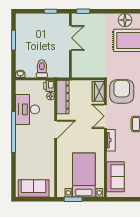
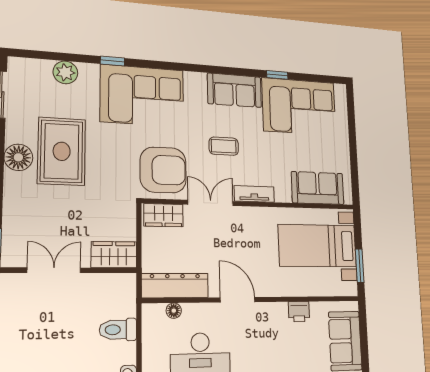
wardrobe: (78, 67) -> (114, 255), added
printer: (49, 86) -> (299, 312), moved
armchair: (122, 91) -> (163, 170), turned 180
double door: (105, 116) -> (211, 203), swing flipped

